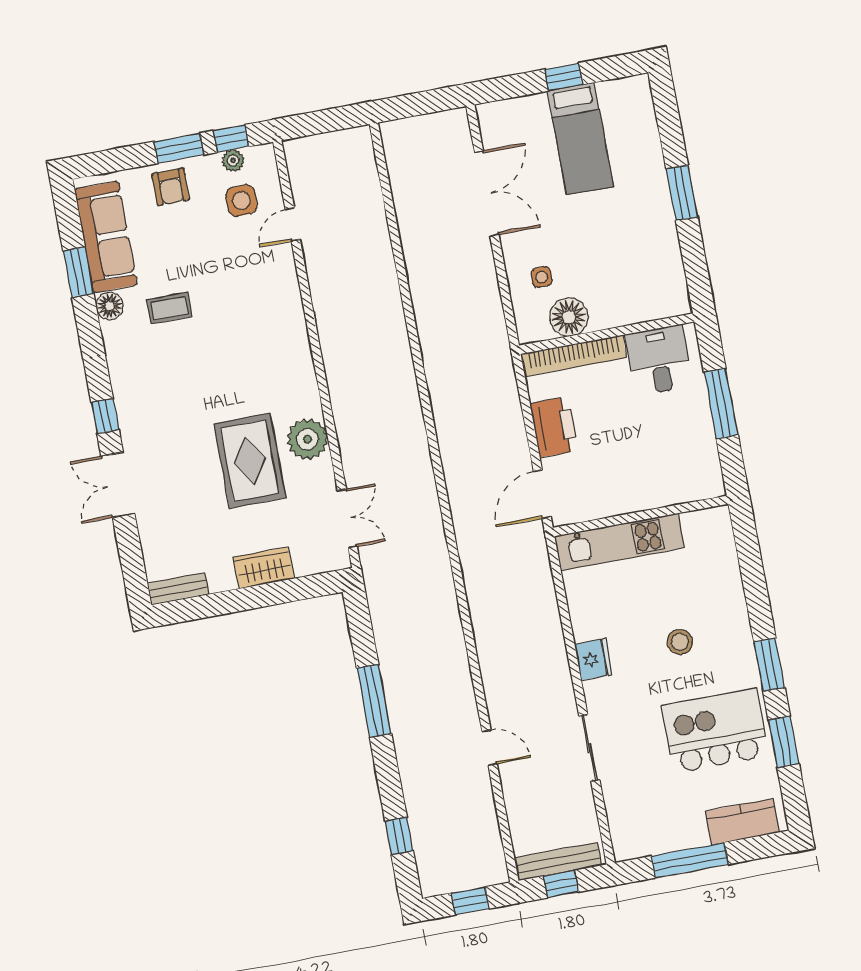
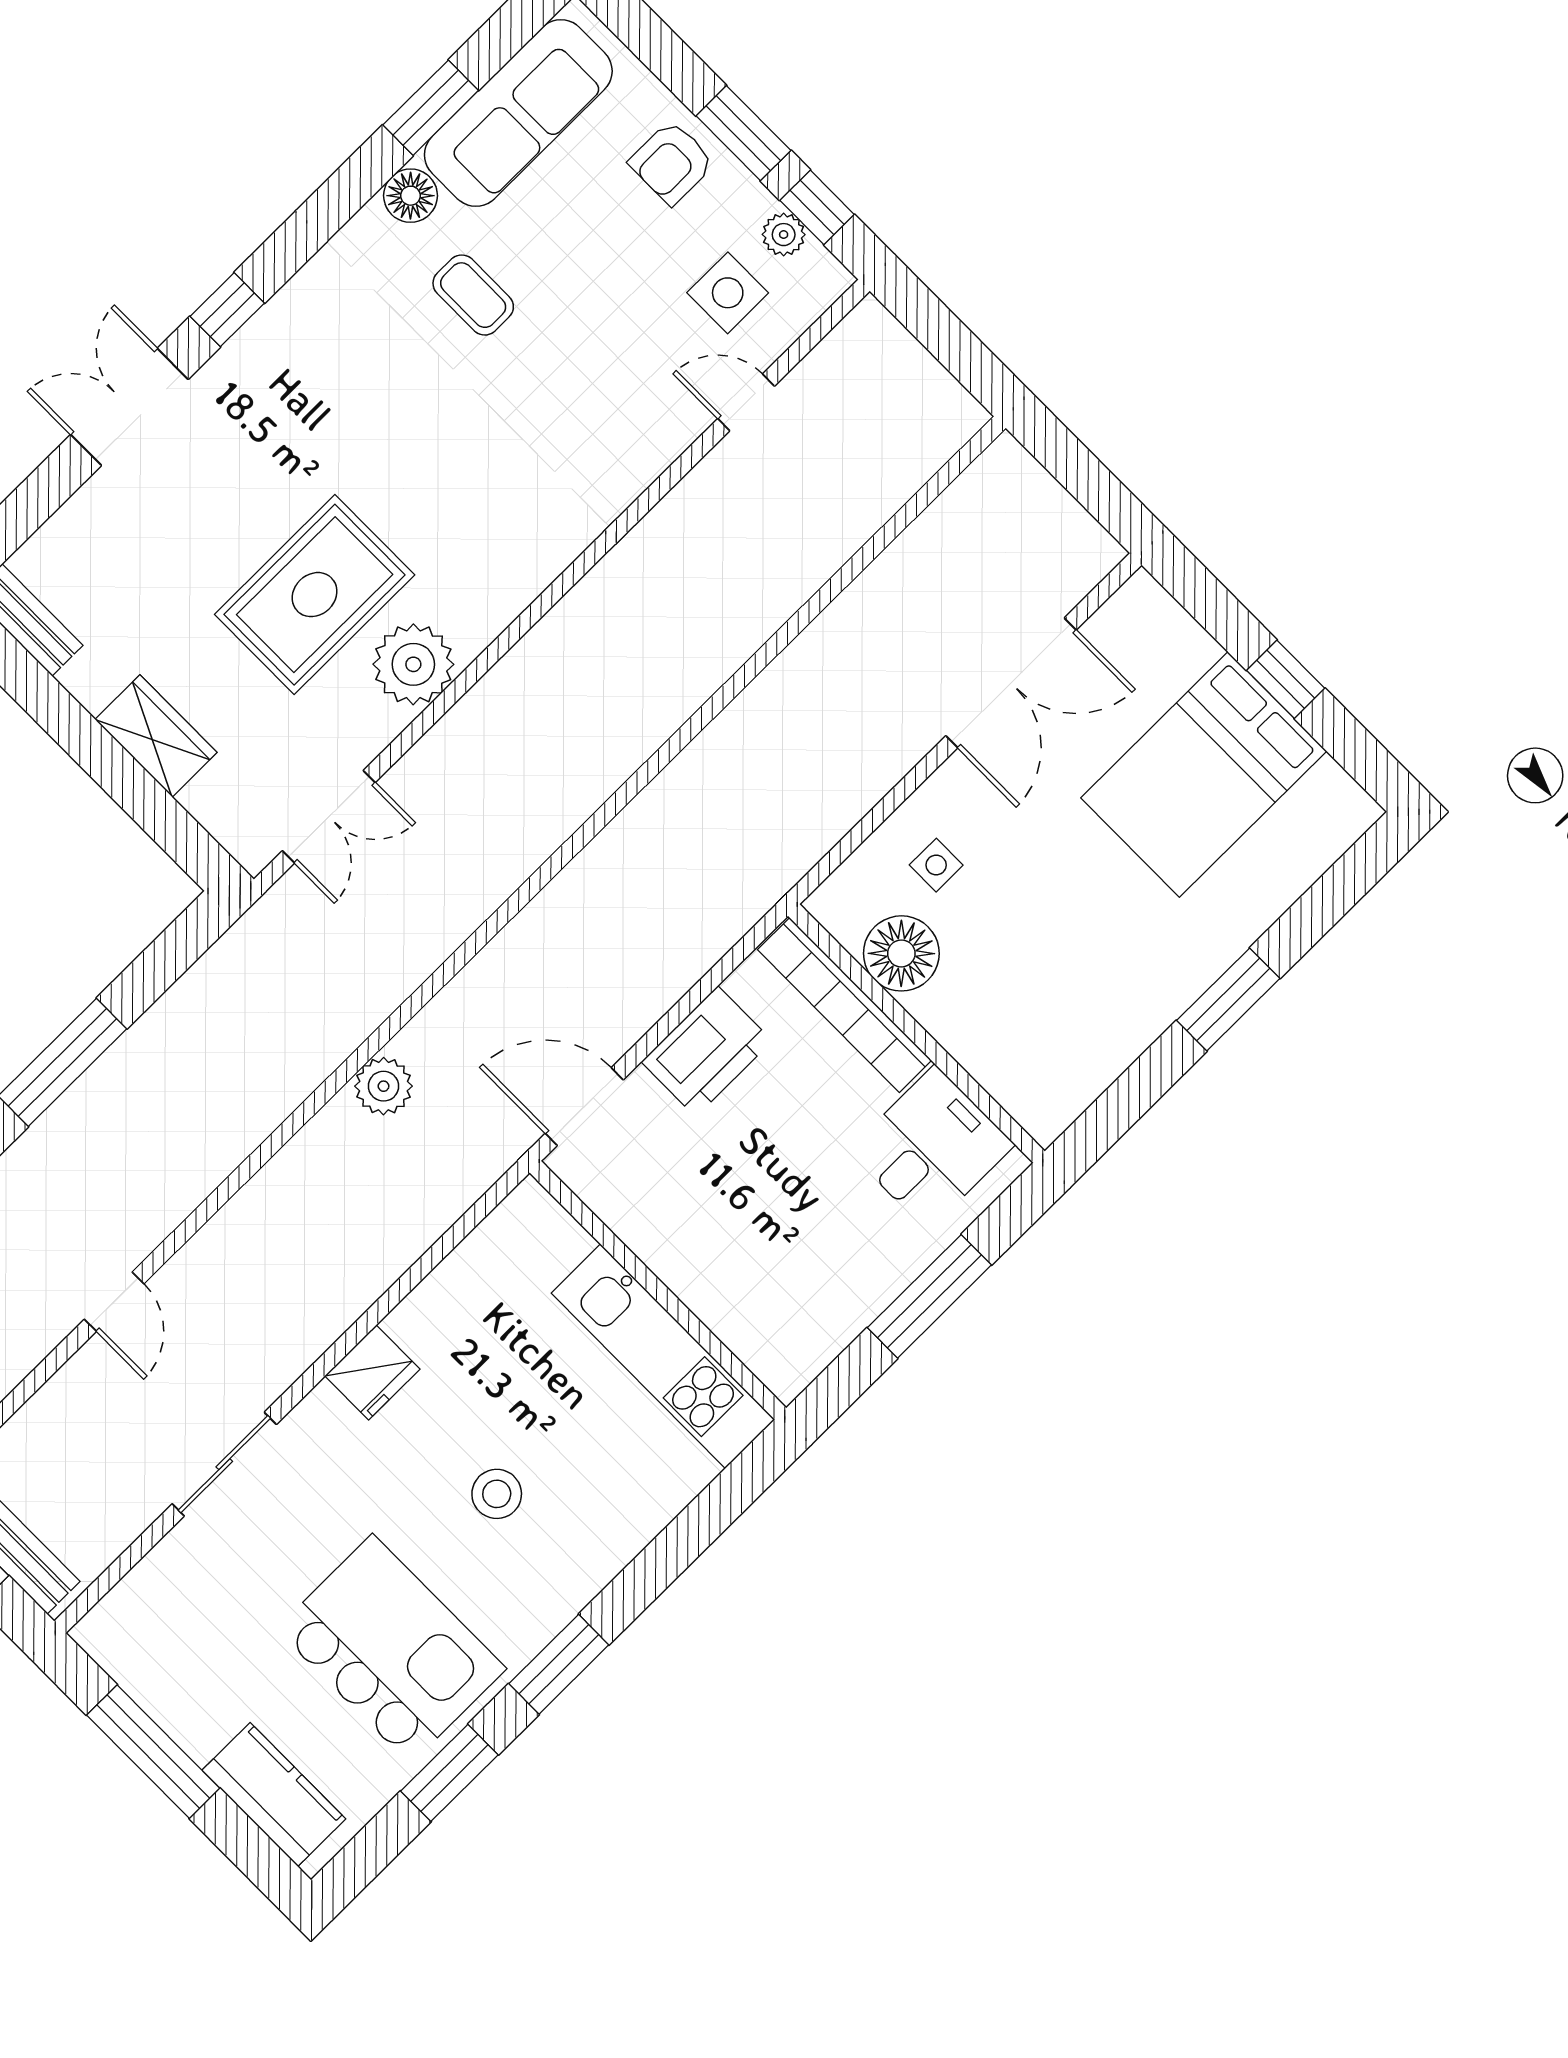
bed: (580, 139) -> (1204, 775), width x1.50
kitchen unit: (619, 542) -> (663, 1356), moved
plant: (476, 573) -> (383, 1086), added

